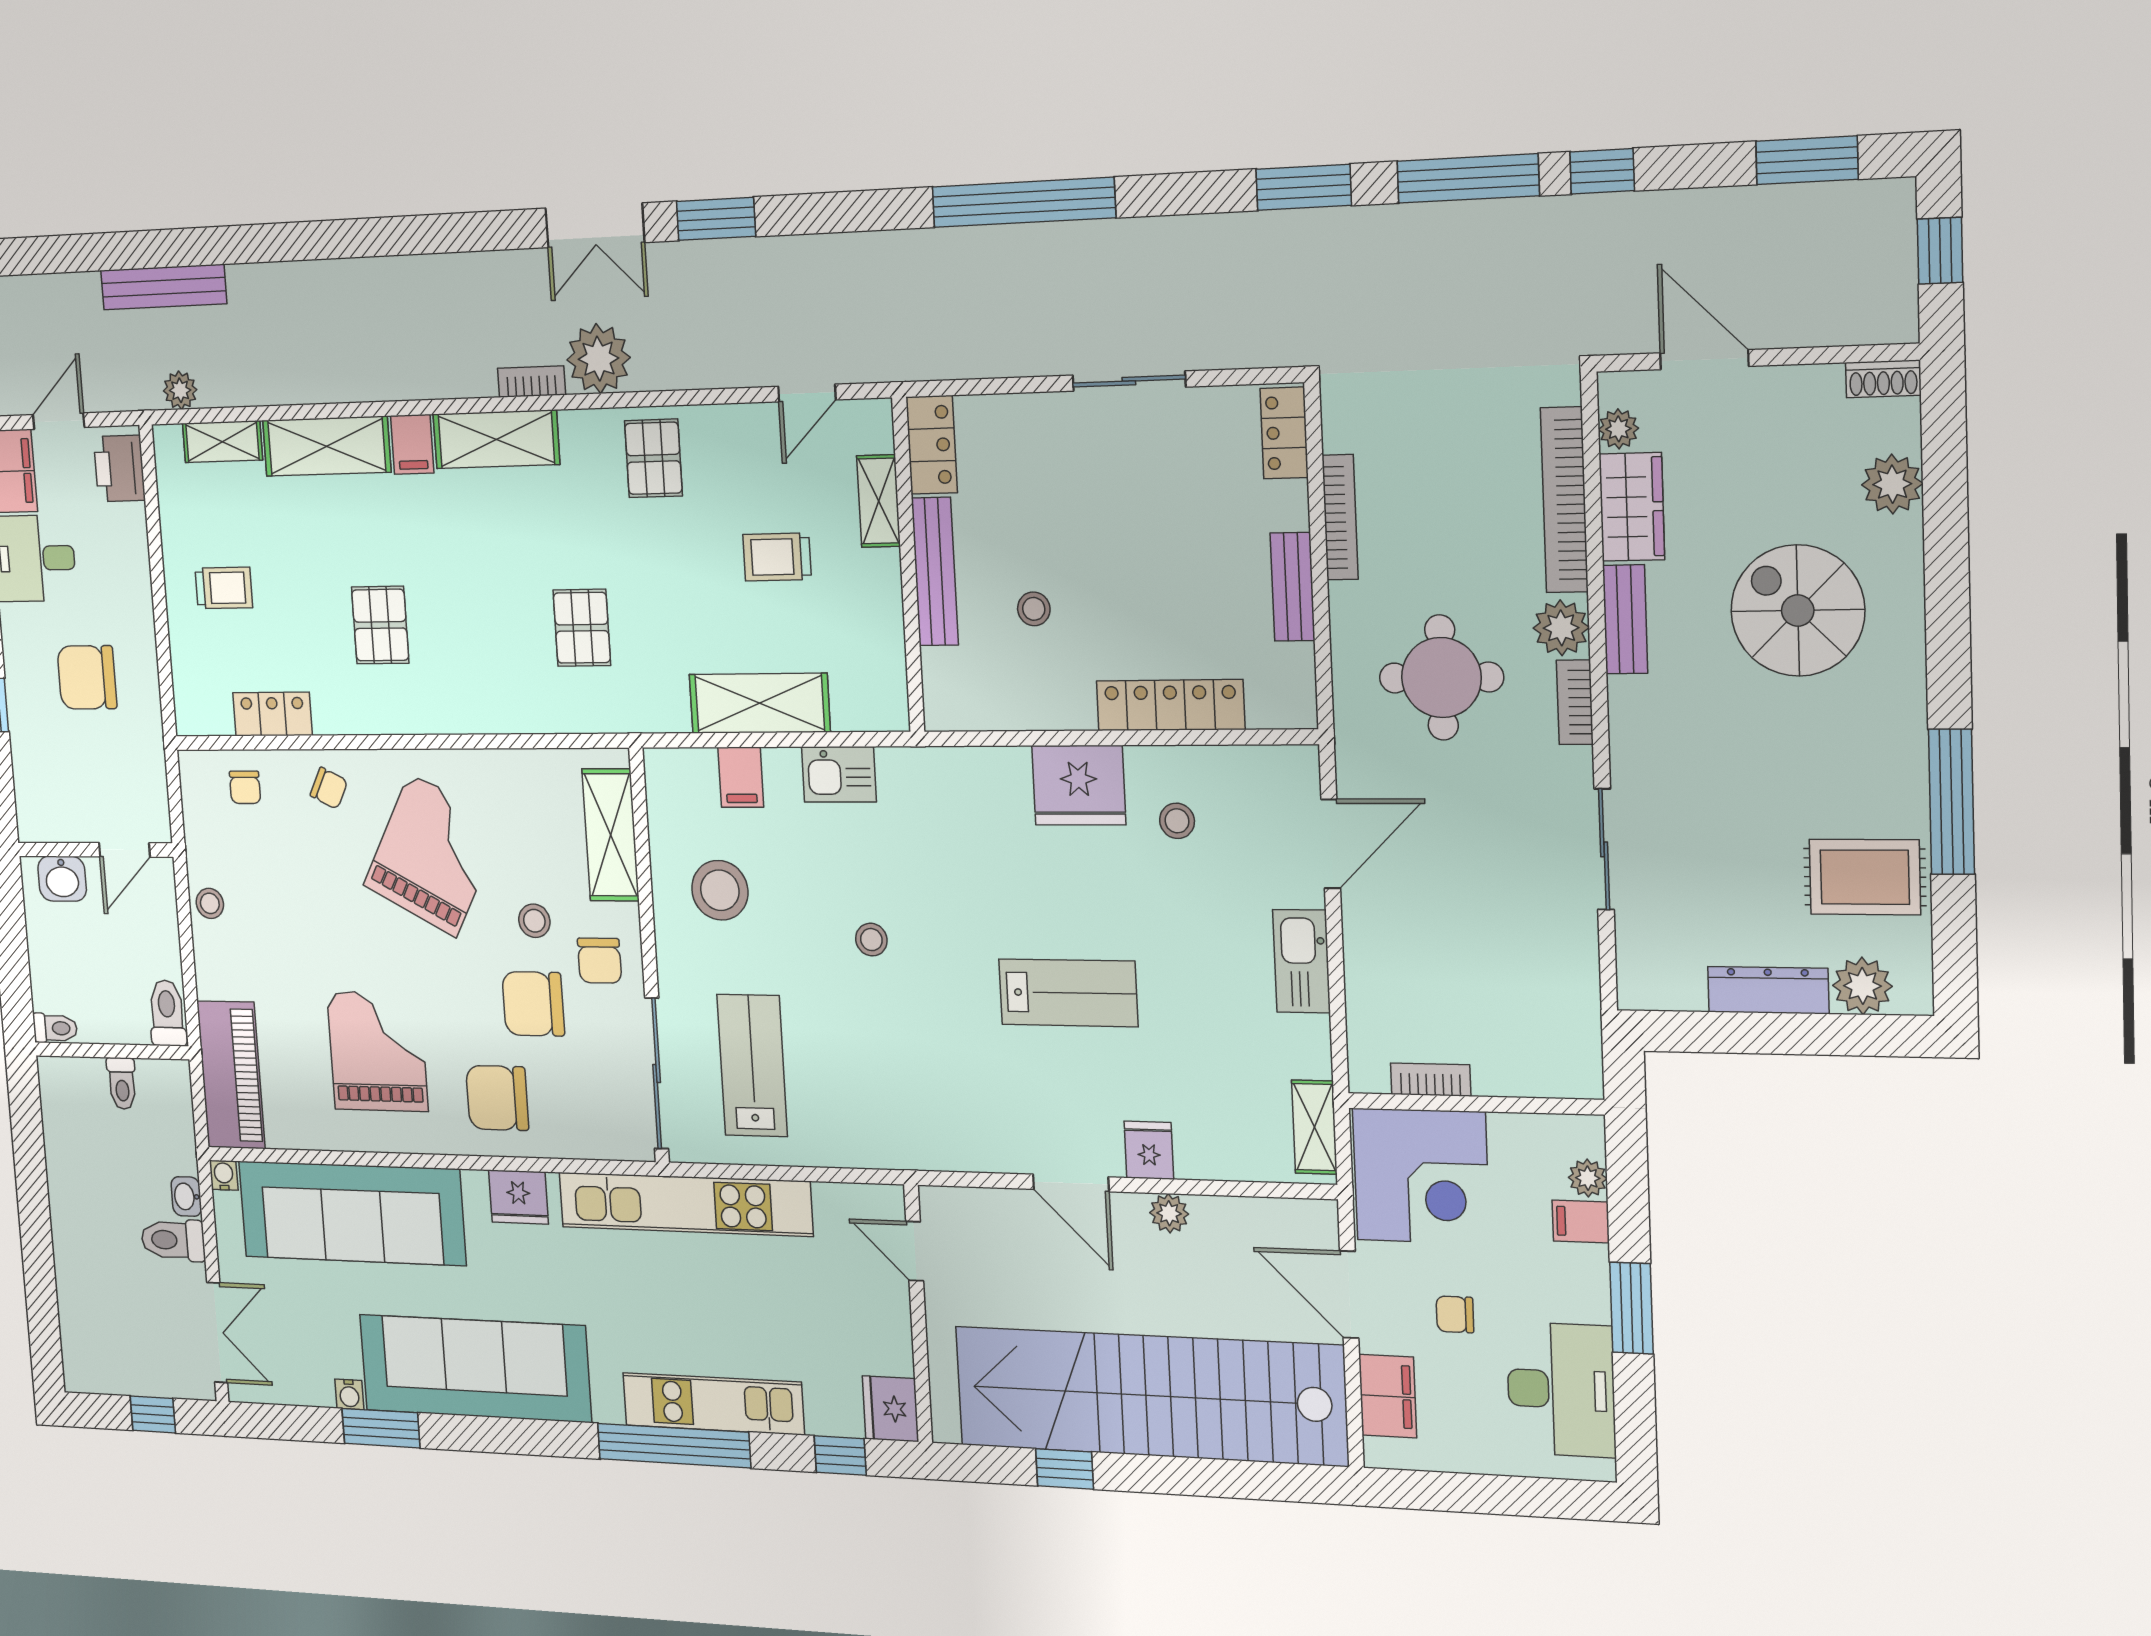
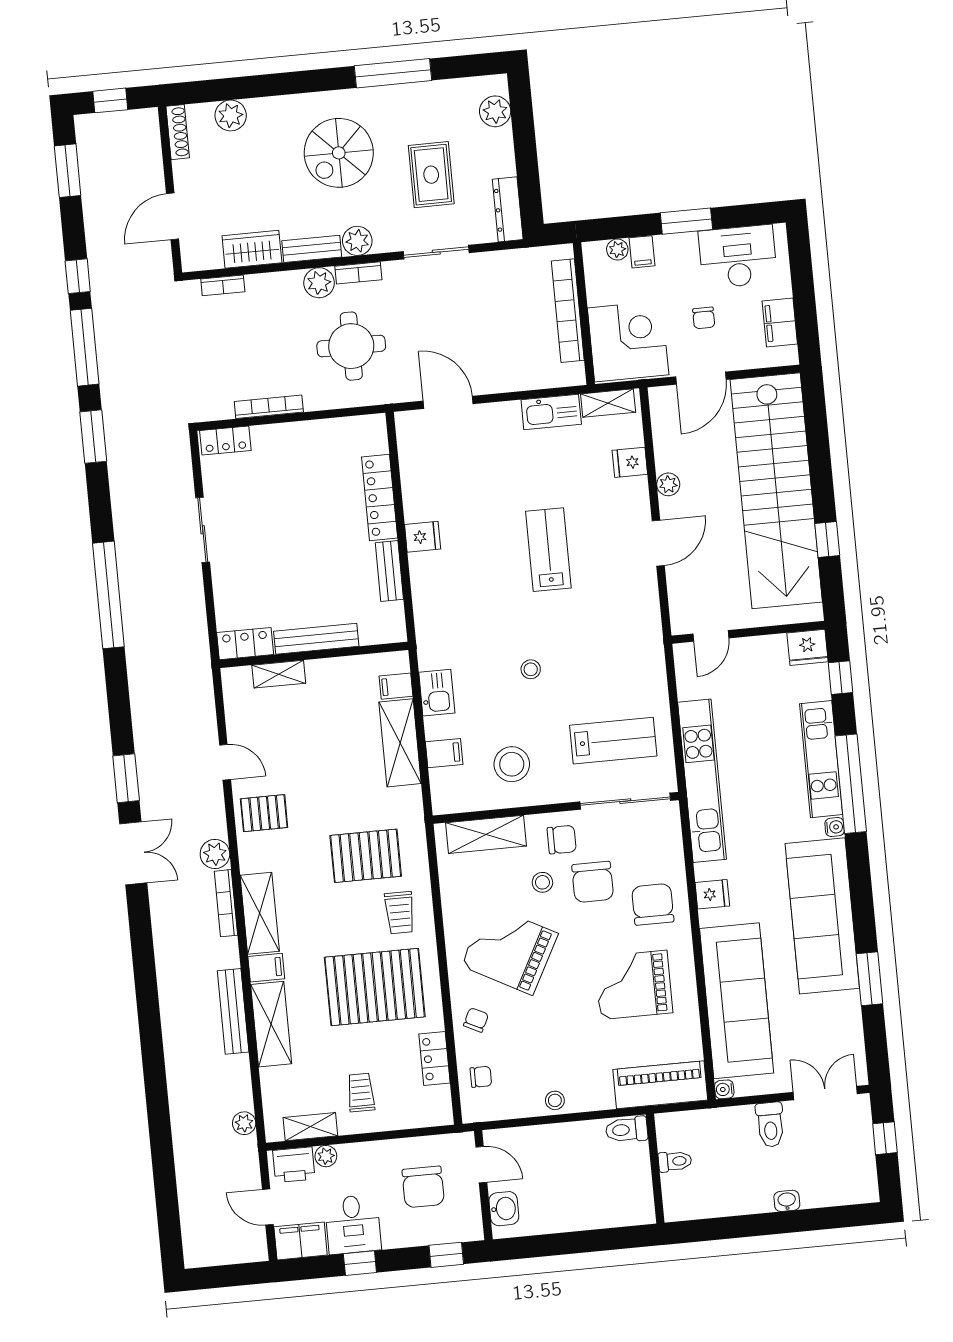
bench: (164, 287) -> (233, 1011), moved
plant: (598, 359) -> (215, 854), width x0.73, depth x0.73
shoe rack: (1883, 379) -> (178, 132), width x1.43
bookcase: (531, 382) -> (226, 903), width x1.56
door: (807, 393) -> (225, 762), moved
plant: (1618, 429) -> (357, 241), moved, width x1.38, depth x1.38
shelving: (222, 442) -> (310, 1127), moved, turned 90
bookcase: (1564, 500) -> (223, 285), width x0.43, depth x0.76
plant: (132, 522) -> (326, 1156), added
trolley: (777, 557) -> (400, 913), moved
bench: (1293, 587) -> (389, 571), moved, turned 90
stool: (1034, 609) -> (333, 579), removed
spiral stairs: (1798, 610) -> (339, 153), moved
pallet: (380, 625) -> (375, 987), width x2.05, depth x2.00
pallet: (582, 628) -> (366, 856), width x1.50, depth x1.42
filing cabinet: (852, 705) -> (396, 686), added
fridge: (1079, 785) -> (423, 537), width x0.53, depth x0.75
stool: (1177, 821) -> (444, 491), removed
wall: (95, 850) -> (483, 1185), moved
door: (124, 850) -> (481, 1165), moved
rug: (1865, 877) -> (431, 175), moved
washbasin: (62, 879) -> (504, 1209), moved
kitchen sink: (1302, 961) -> (551, 412), moved
dresser: (1768, 990) -> (508, 209), moved
toilet: (55, 1028) -> (645, 1209), removed
lab bench: (752, 1066) -> (613, 741), turned 180
bookcase: (1431, 1080) -> (568, 311), width x2.31, depth x1.31
chair: (497, 1098) -> (653, 904), turned 180
fridge: (1149, 1150) -> (630, 462), moved
washbasin: (186, 1196) -> (787, 1201), moved, turned 180
fridge: (518, 1197) -> (712, 894), width x0.72
water cooler: (349, 1394) -> (835, 827), moved
filing cabinet: (1388, 1396) -> (780, 322), moved, turned -90

